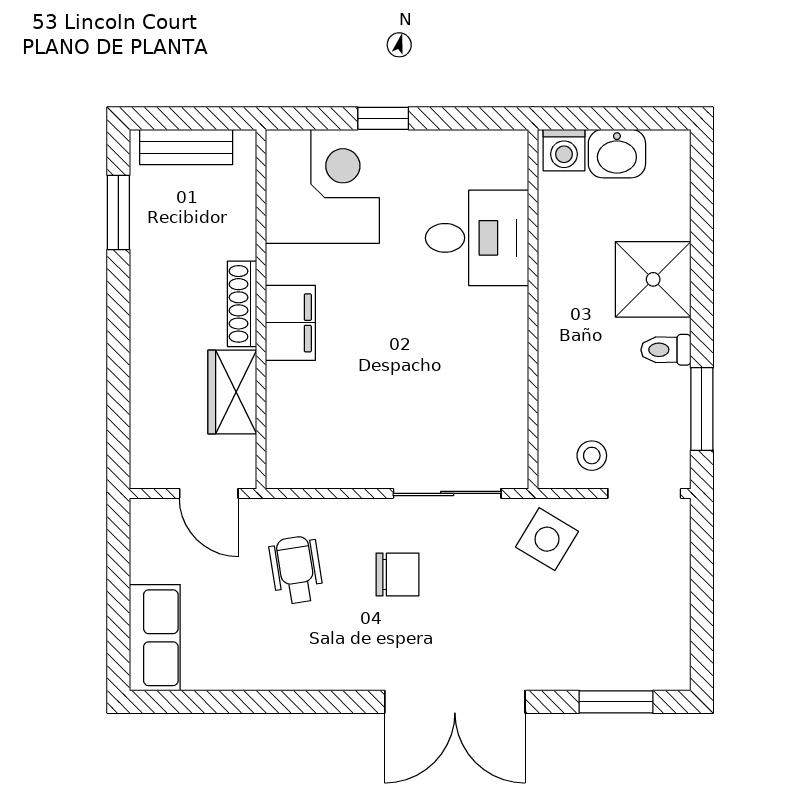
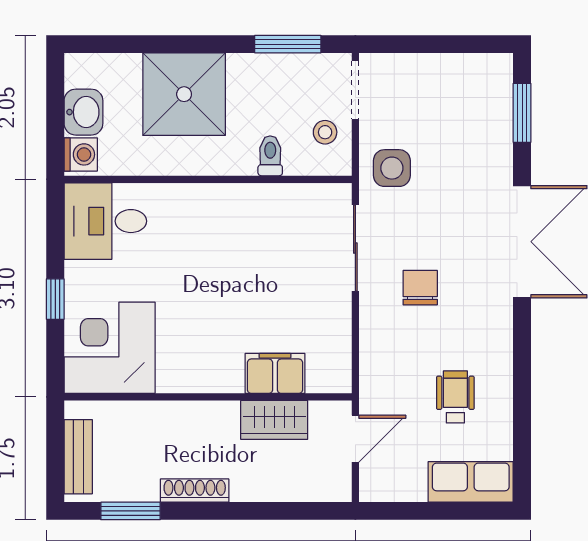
desk: (477, 238) -> (105, 221), moved, turned -90
shower: (653, 279) -> (184, 94), width x1.37, depth x1.37
shoe rack: (242, 304) -> (195, 491), moved, turned 180
filing cabinet: (290, 323) -> (275, 373), moved
toilet: (666, 350) -> (270, 156), moved, turned 180
side table: (547, 539) -> (392, 168), turned -31
wheelchair: (296, 570) -> (455, 397), moved, turned 99

